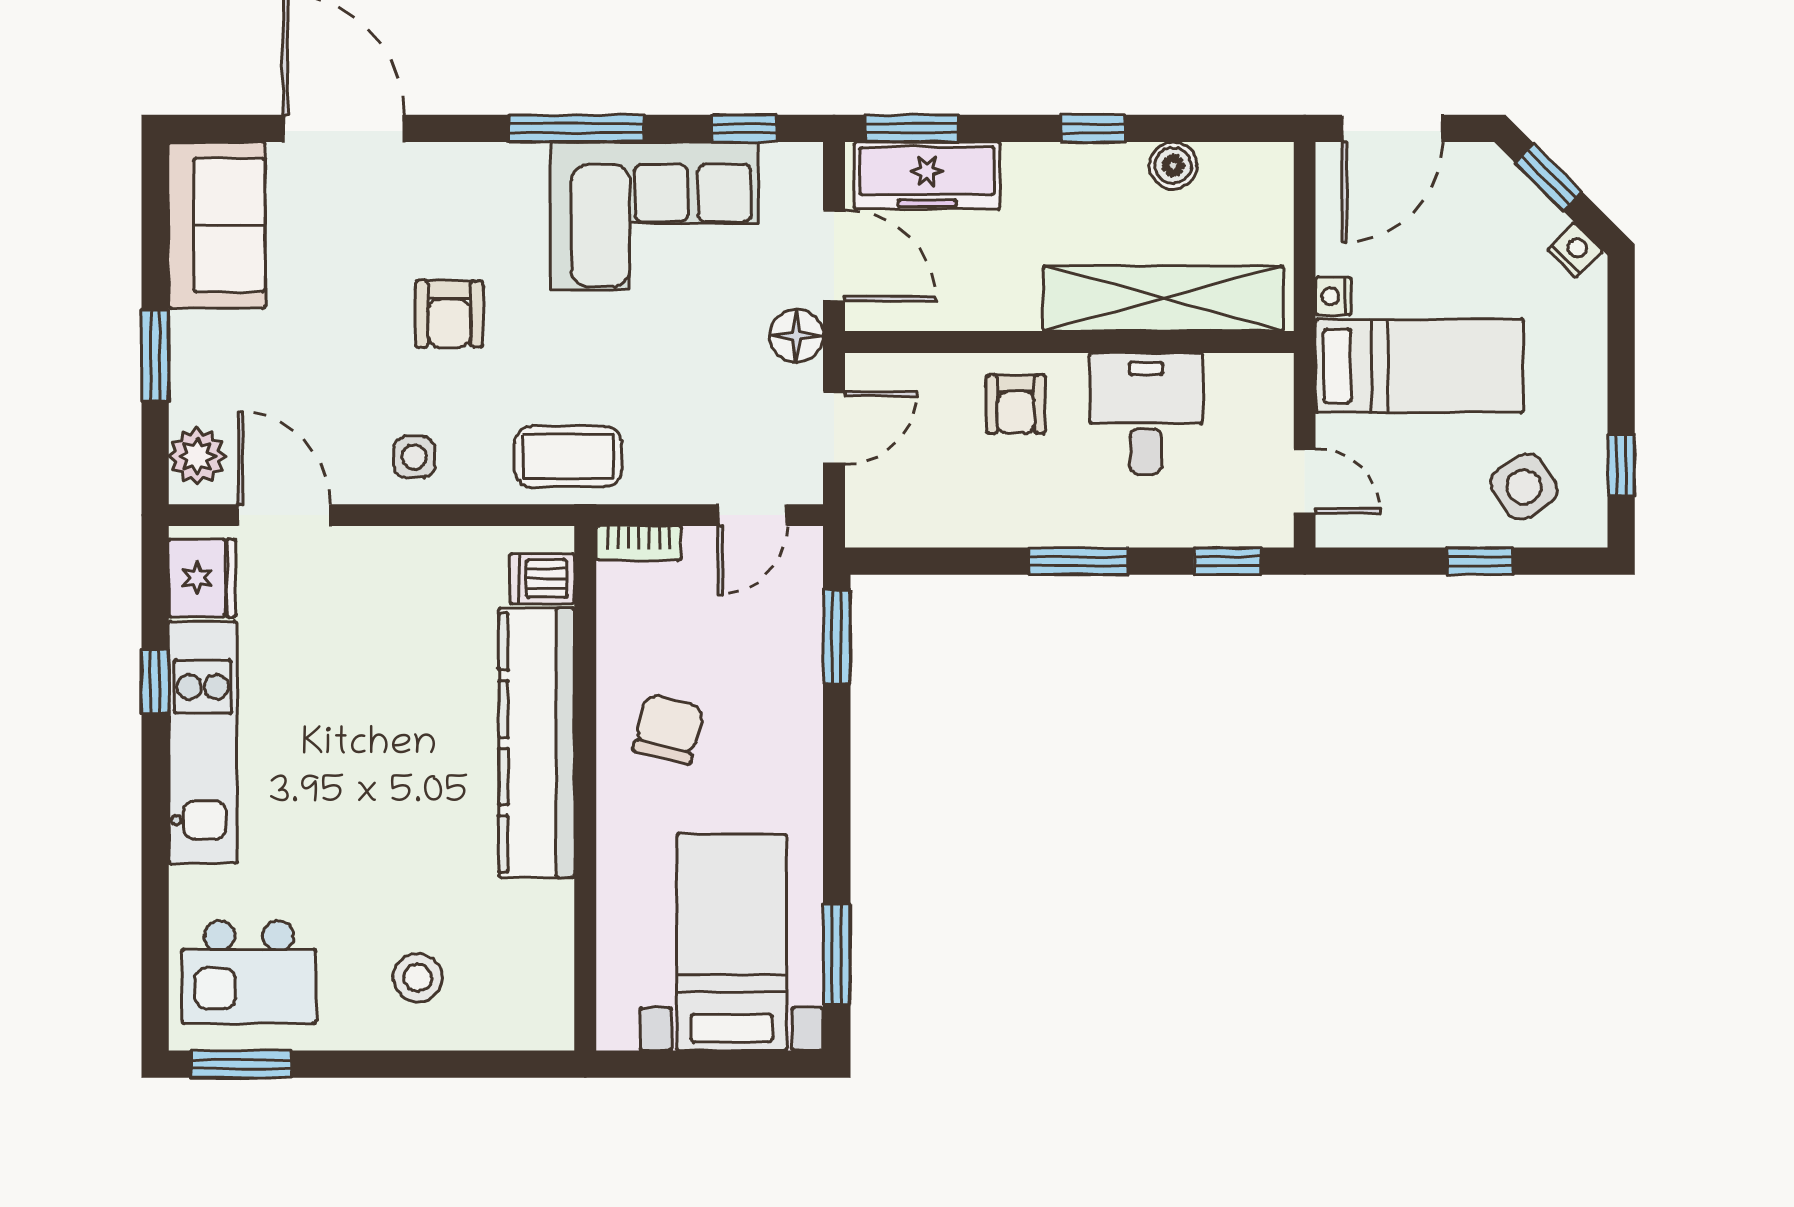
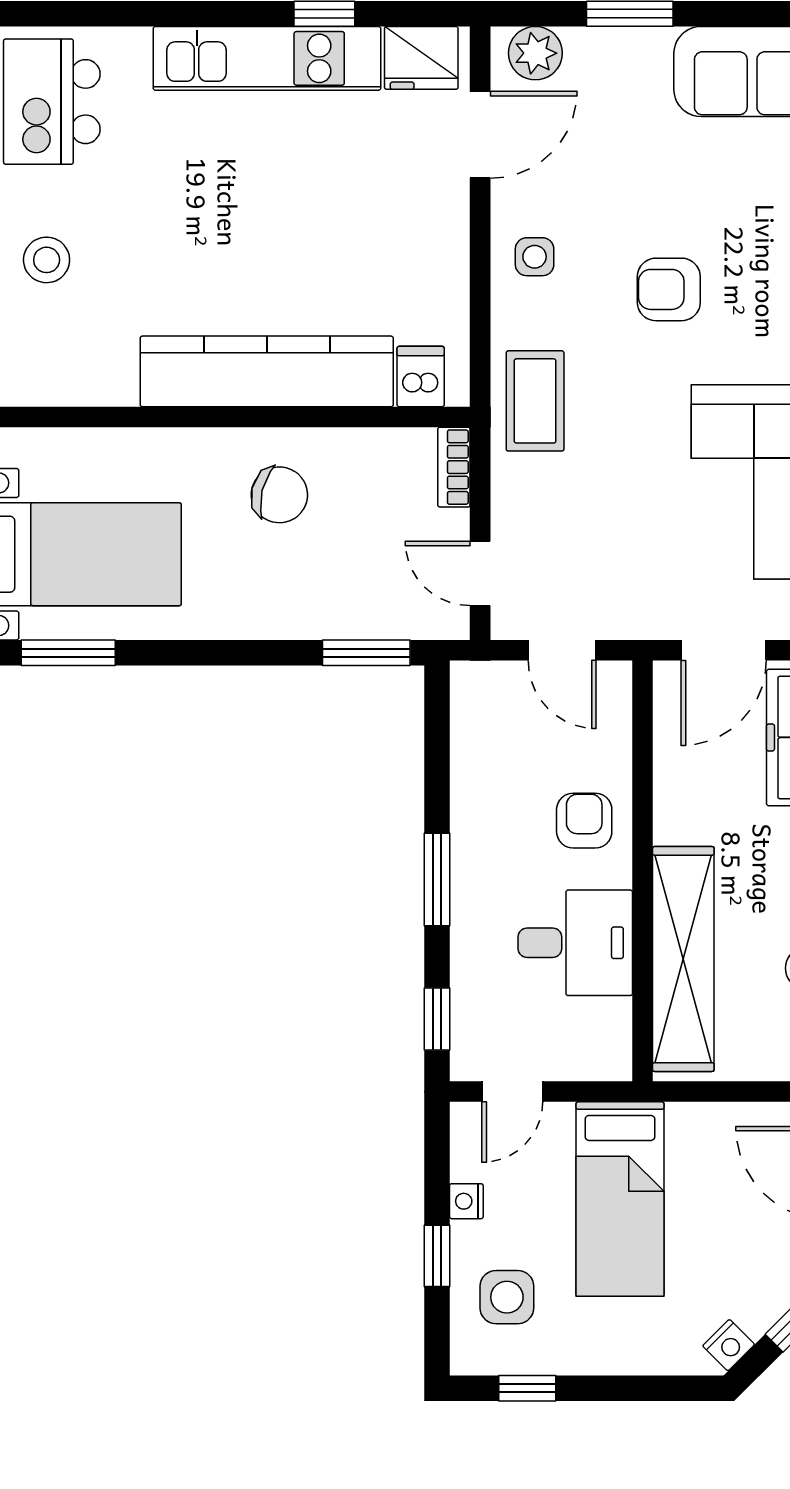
nightstand: (1333, 296) -> (466, 1201), moved, turned -90
floor lamp: (796, 336) -> (648, 615), removed
armchair: (1016, 404) -> (584, 821), turned 90
side table: (1524, 487) -> (507, 1297), turned 34

